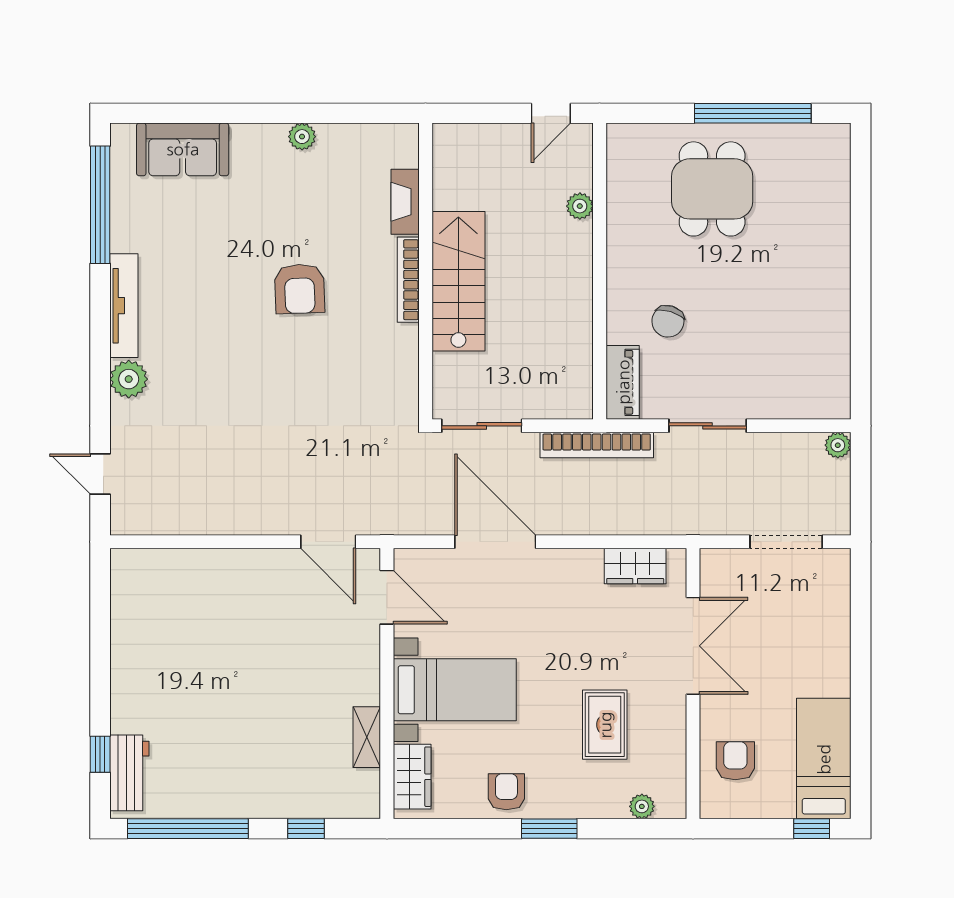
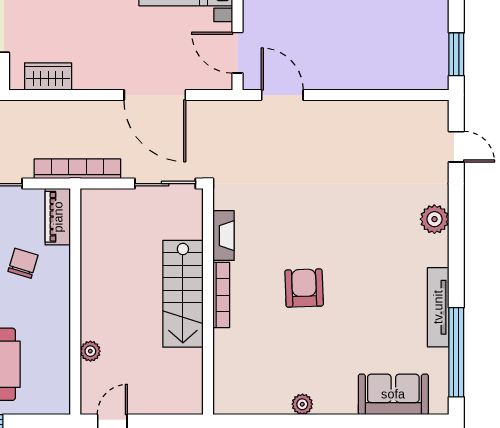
fireplace: (405, 202) -> (224, 236), moved
tv unit: (124, 306) -> (438, 307), moved
window: (100, 595) -> (456, 54), added

